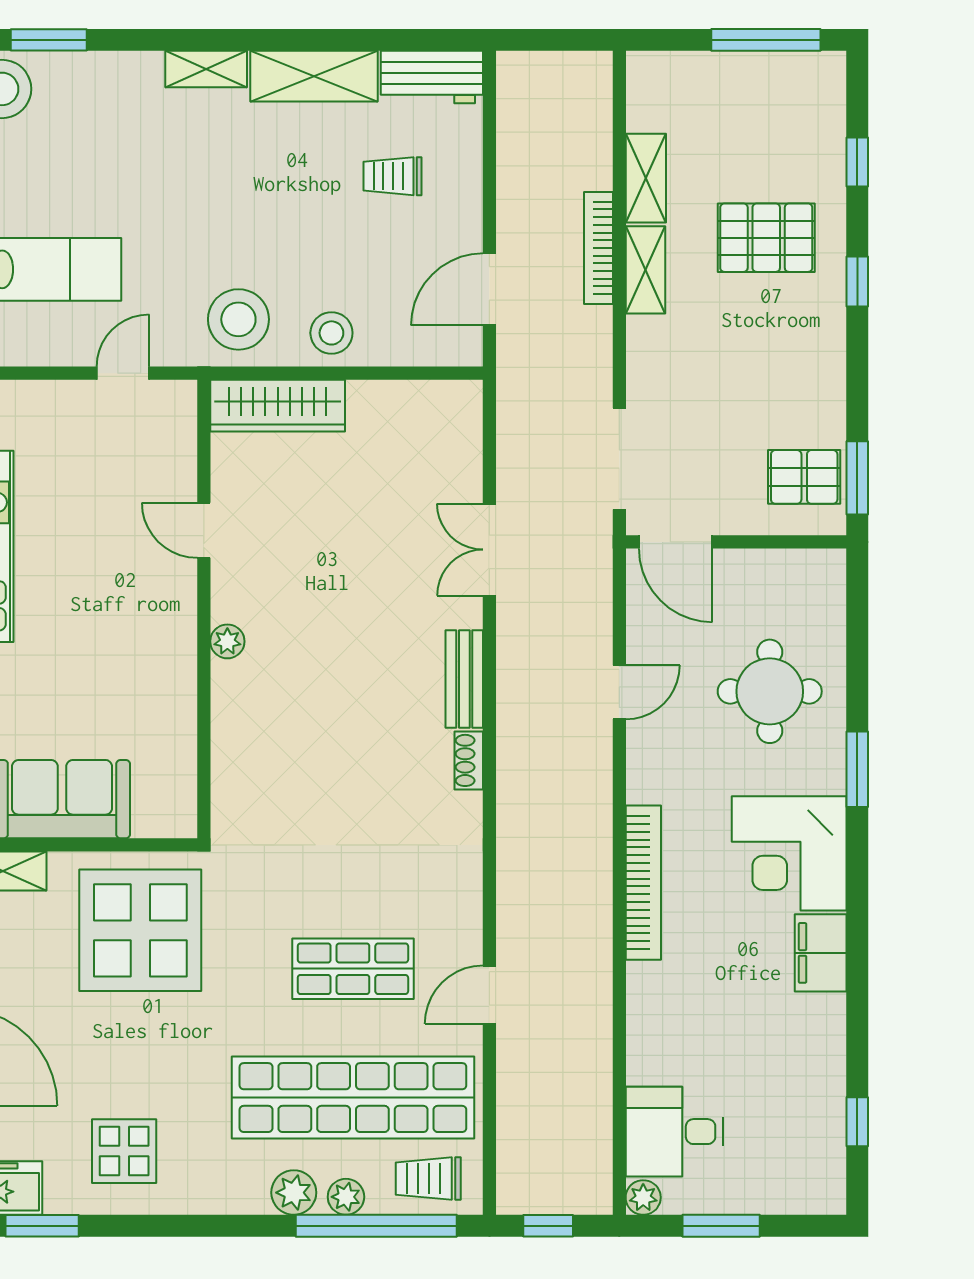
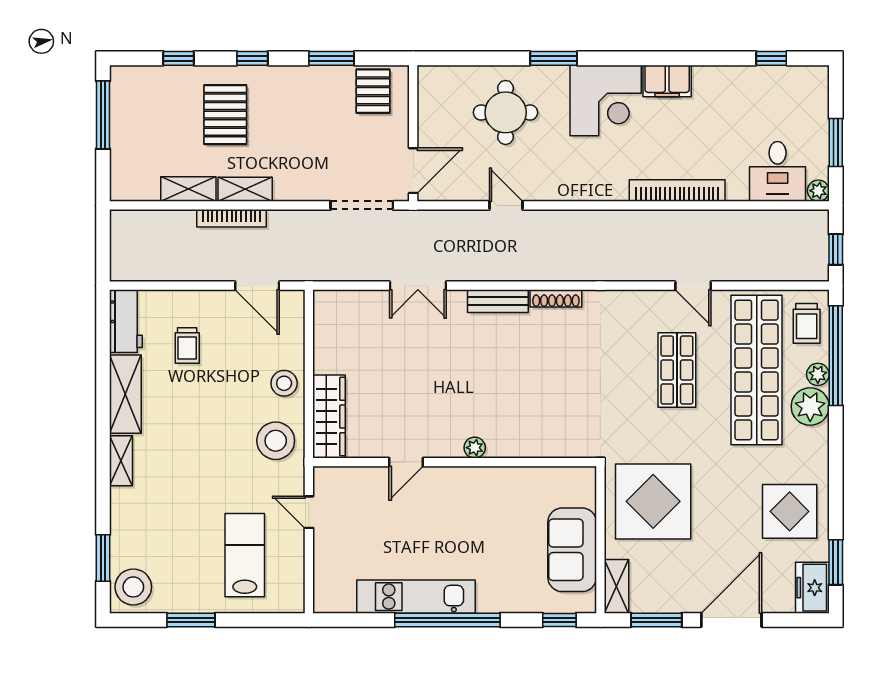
window: (857, 478) -> (331, 58), moved
shoe rack: (469, 760) -> (556, 298), width x1.43
bookcase: (643, 883) -> (677, 191), moved
display table: (124, 1151) -> (790, 511), width x1.36, depth x1.36
plant: (294, 1193) -> (810, 407), width x1.36, depth x1.36

